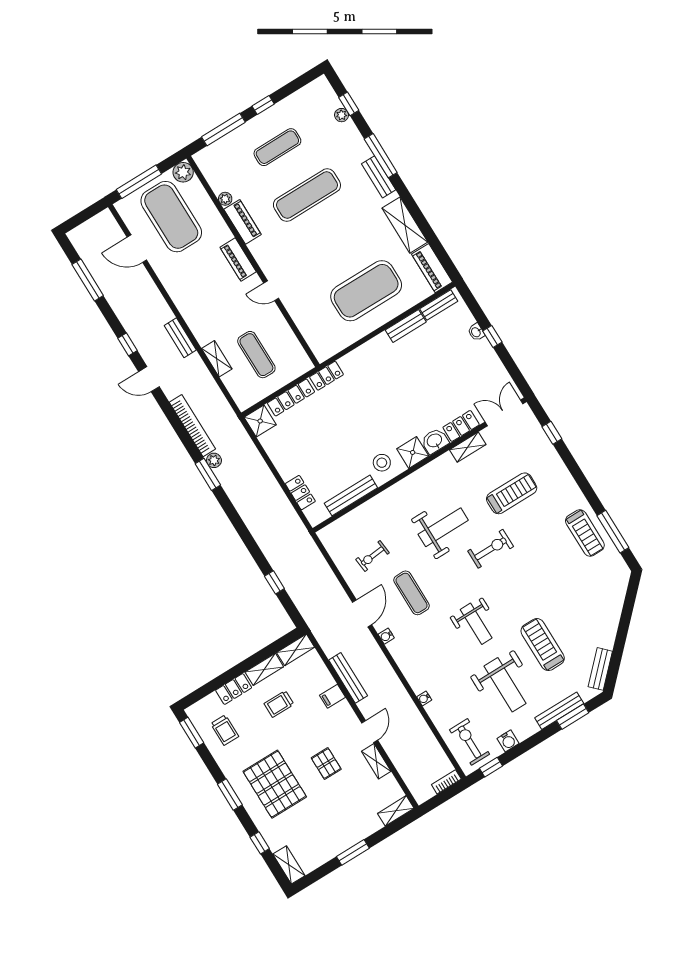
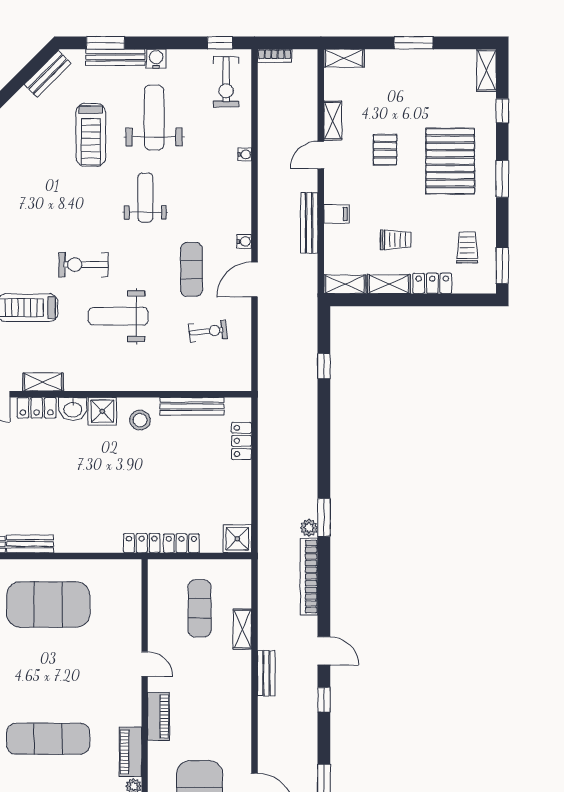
locker: (291, 397) -> (181, 543), width x0.66
water cooler: (508, 741) -> (156, 59), moved

